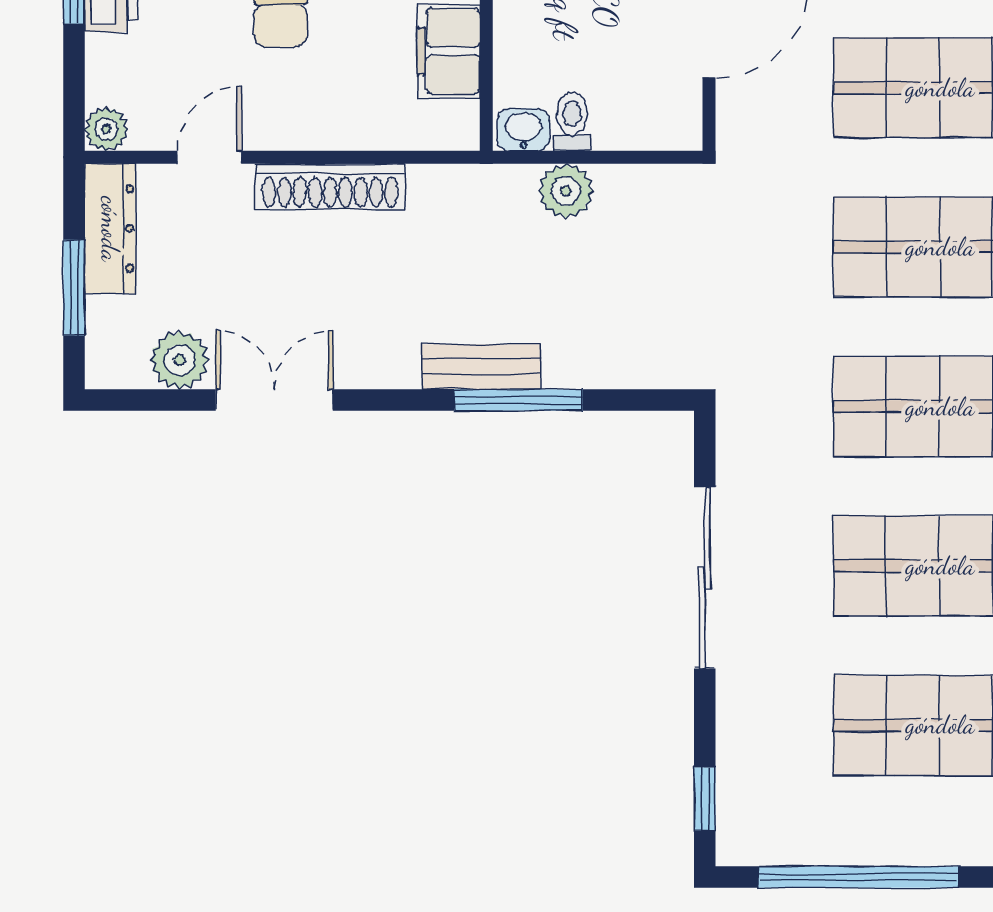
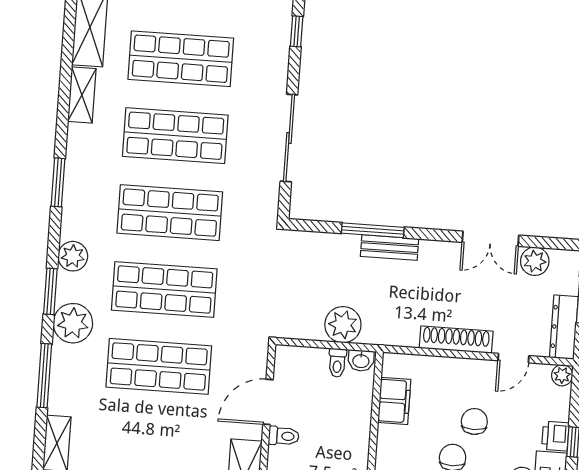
plant: (566, 191) -> (343, 325), width x1.36, depth x1.36

